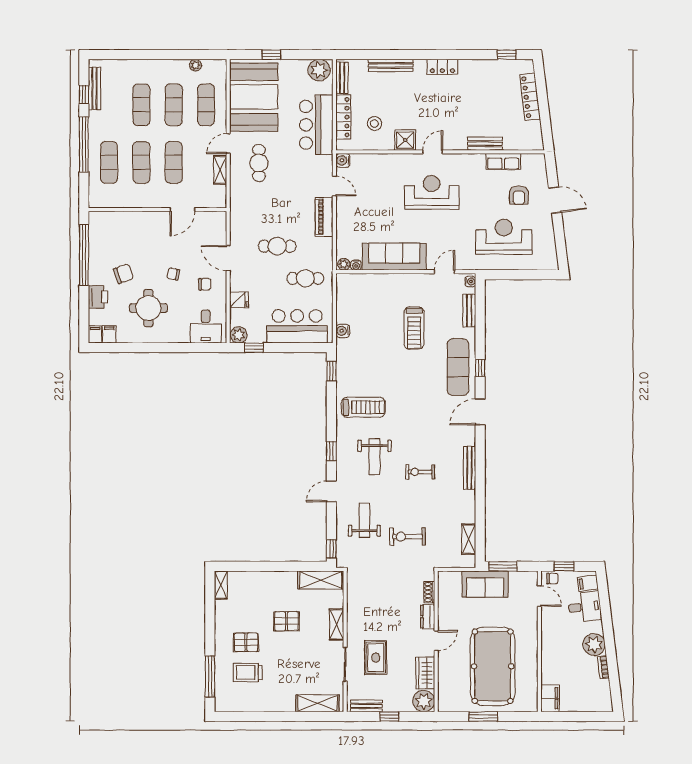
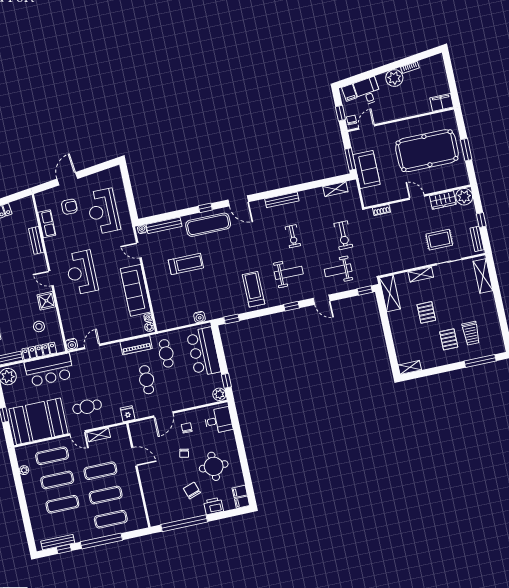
piano: (324, 217) -> (136, 345), moved
fridge: (239, 300) -> (128, 414), moved
bench: (469, 311) -> (164, 225), width x1.36
dresser: (428, 617) -> (400, 207), removed

